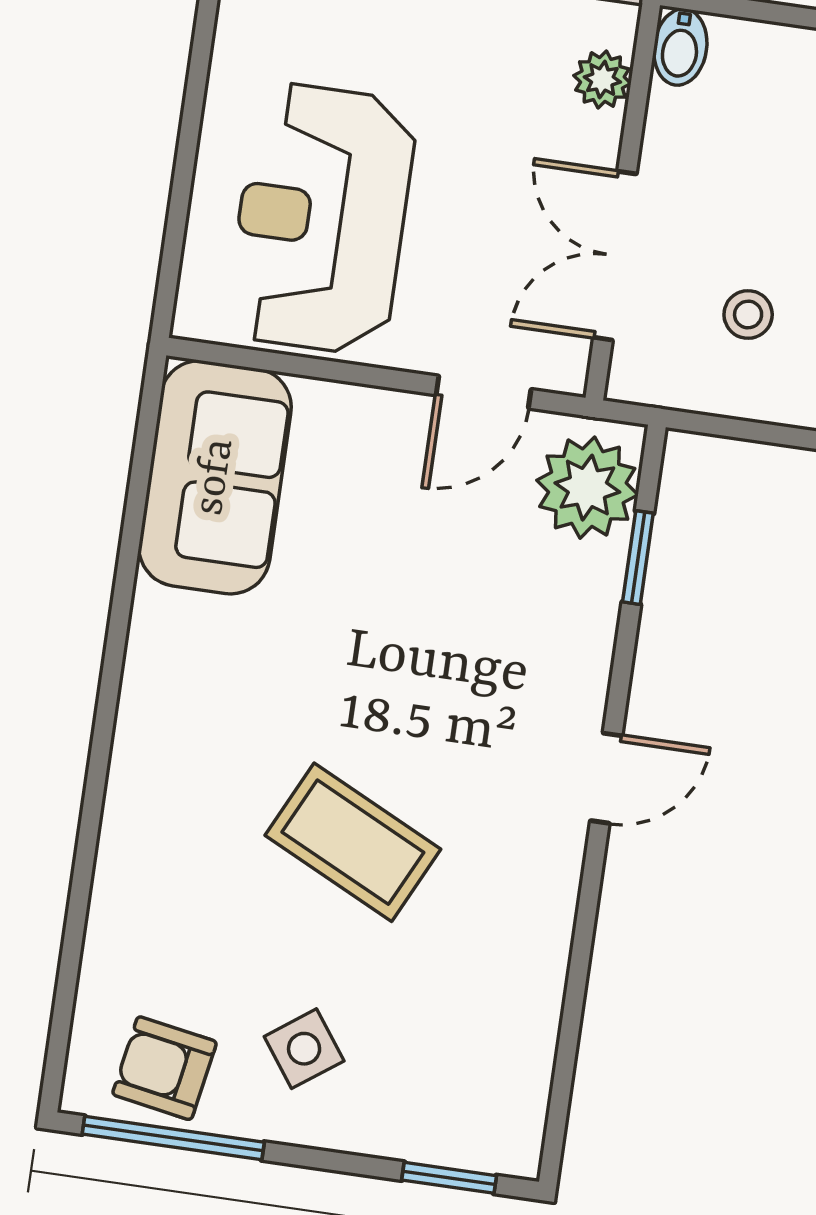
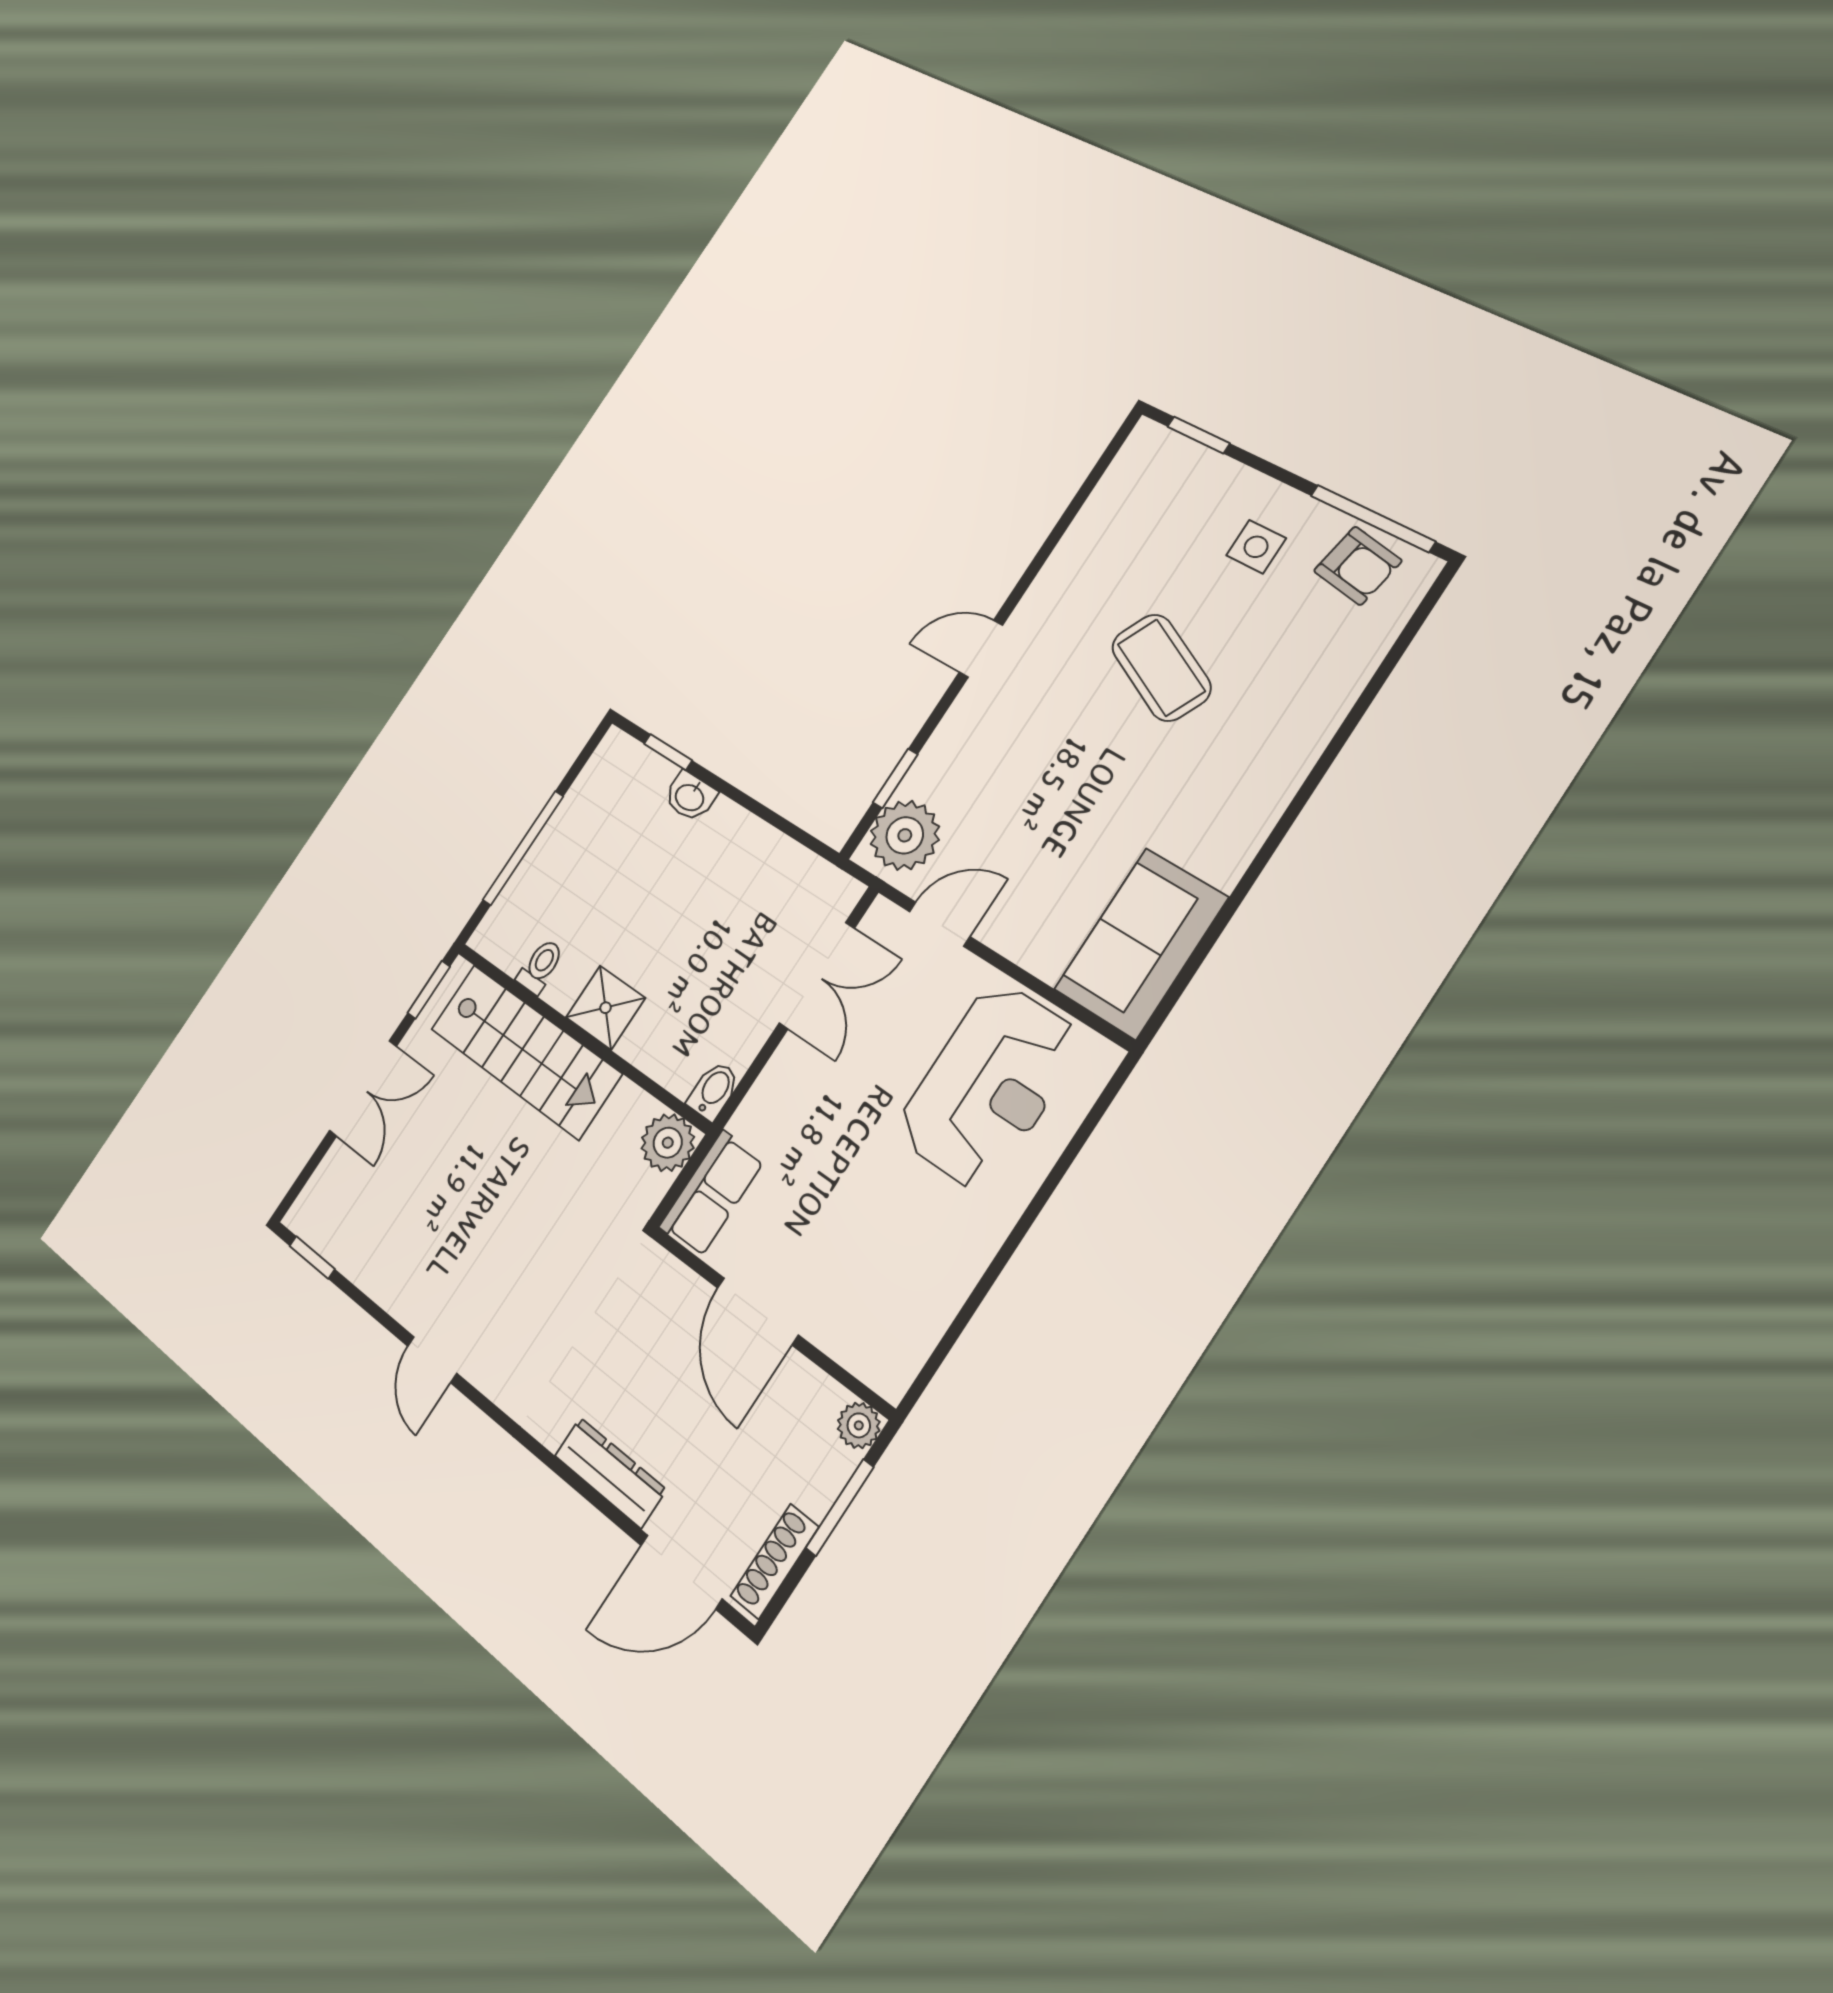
plant: (602, 80) -> (770, 1093), removed
stool: (748, 315) -> (756, 902), removed
side table: (304, 1049) -> (1256, 547), turned 36

